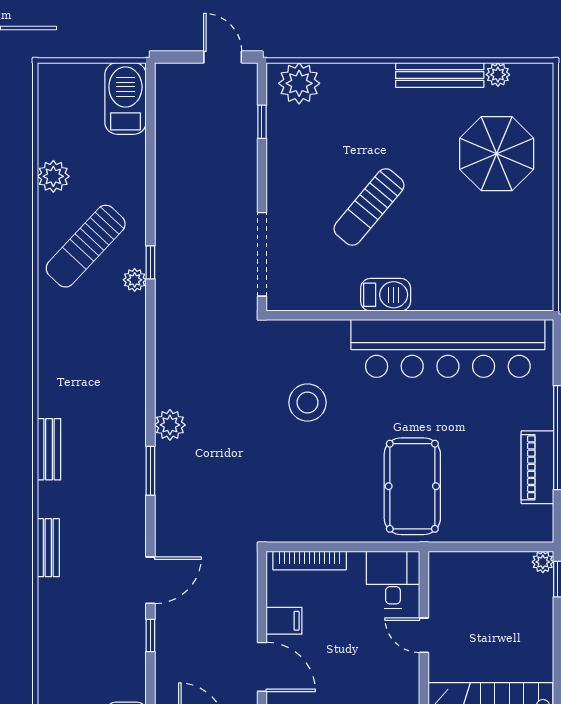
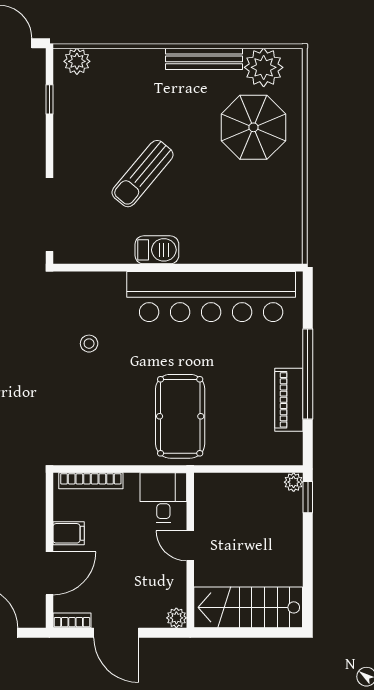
plant: (498, 75) -> (264, 67), width x1.87, depth x1.87
plant: (299, 83) -> (77, 61), width x0.73, depth x0.73
stool: (307, 402) -> (89, 344), width x0.53, depth x0.53
door: (262, 667) -> (49, 573), hinge flipped

